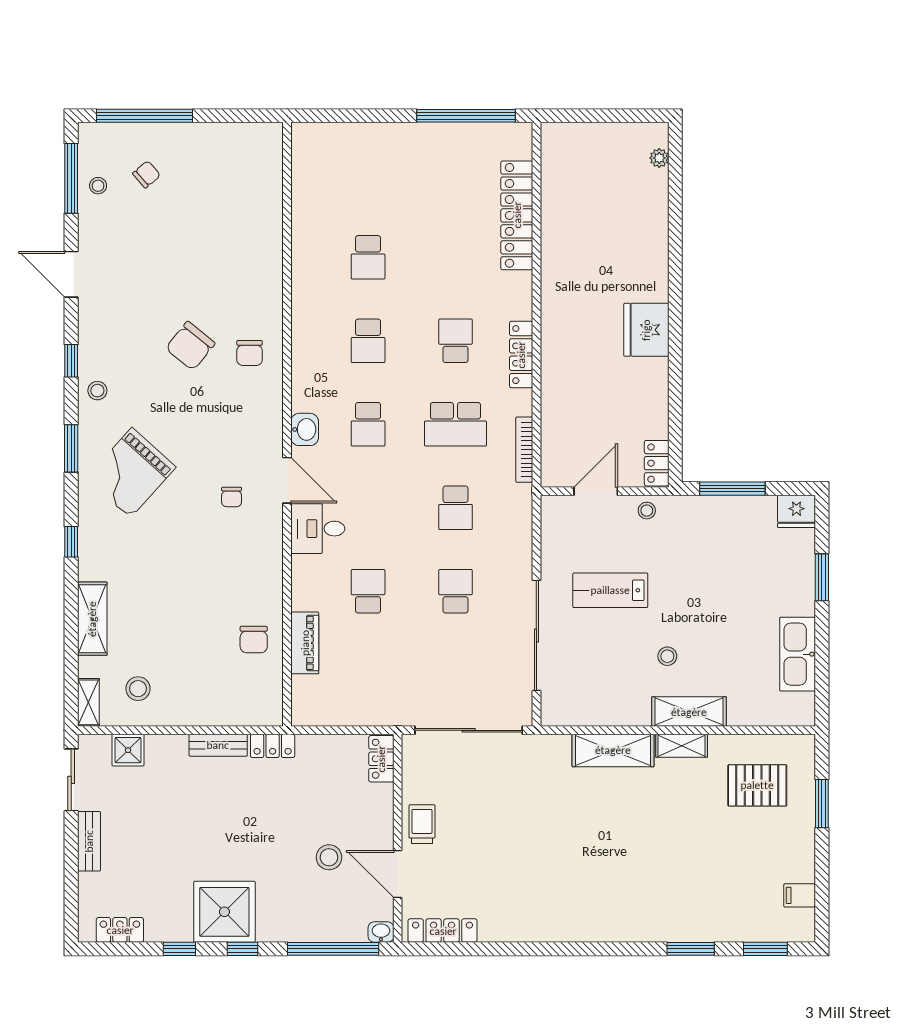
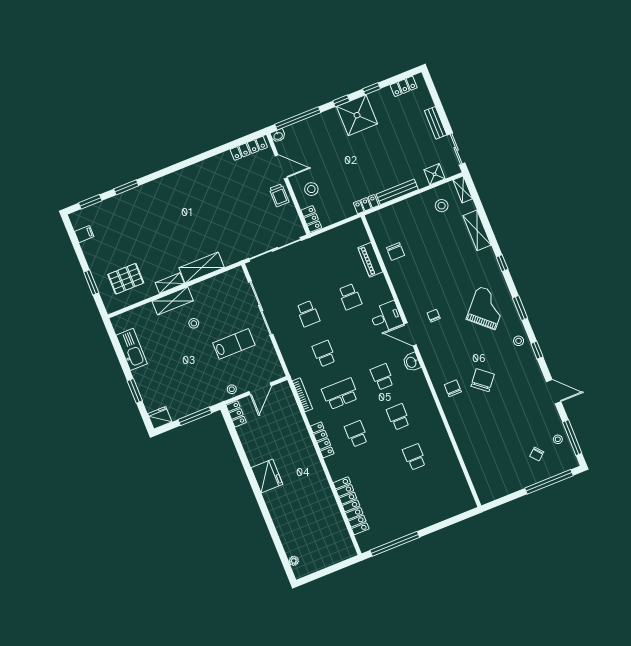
school desk: (455, 341) -> (356, 434), turned 180
chair: (254, 640) -> (396, 252), turned 180
bench: (218, 745) -> (397, 192), width x1.36
stool: (329, 857) -> (311, 189), moved

